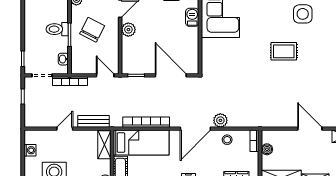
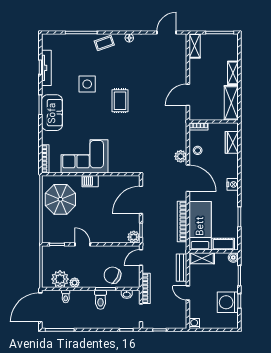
chair: (92, 30) -> (112, 275), moved
plant: (128, 30) -> (134, 237), moved
door: (310, 129) -> (188, 95), moved
boiler: (267, 149) -> (206, 115), removed
washing machine: (30, 150) -> (194, 324), moved

